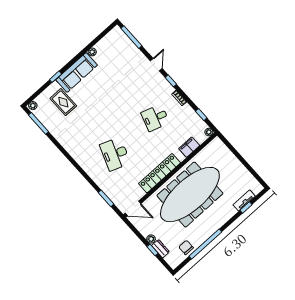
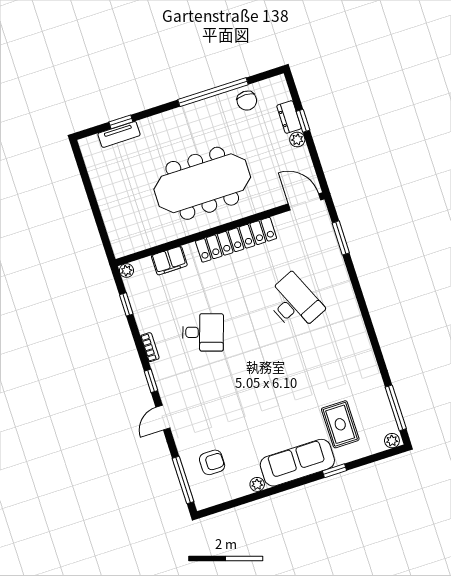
armchair: (121, 53) -> (212, 462), added
desk: (115, 154) -> (294, 303), turned -45
meeting table: (190, 195) -> (202, 183), width x0.73, depth x0.79

